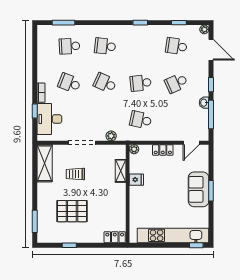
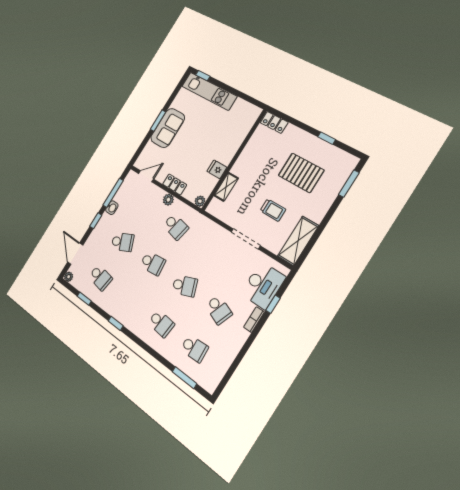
school desk: (105, 83) -> (185, 286), turned -45
plant: (111, 136) -> (168, 200), moved
kitchen unit: (173, 235) -> (209, 91), width x0.73

